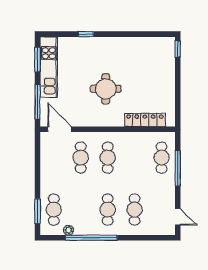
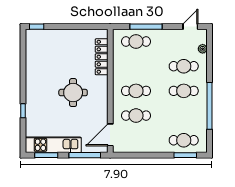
plant: (69, 230) -> (203, 49), moved

